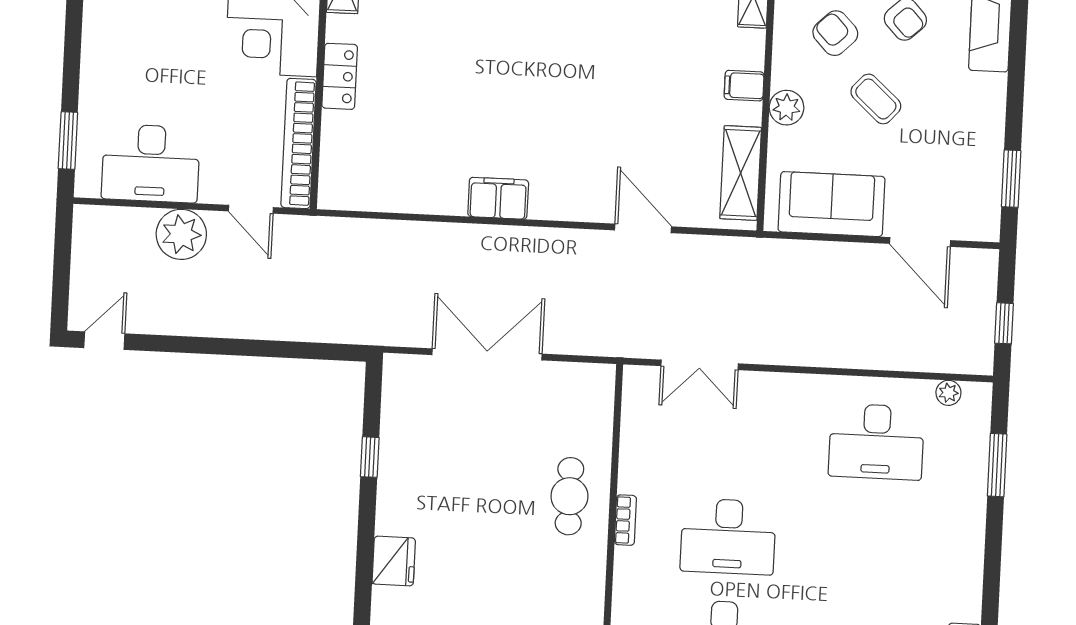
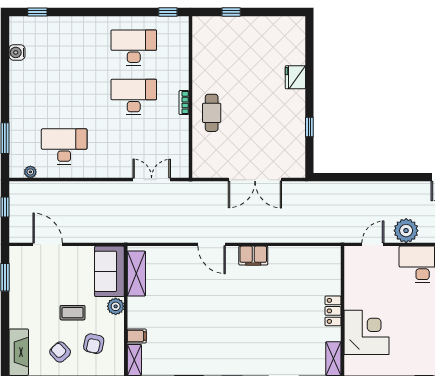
armchair: (835, 33) -> (94, 344), turned 56
filing cabinet: (744, 86) -> (137, 336), moved
coffee table: (876, 99) -> (73, 313), turned -42
bookcase: (299, 143) -> (351, 277), removed
sofa: (832, 204) -> (109, 271), moved, turned 90
door: (251, 209) -> (373, 244), hinge flipped
door: (643, 228) -> (212, 244), moved

